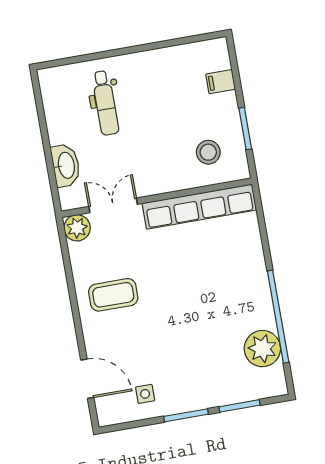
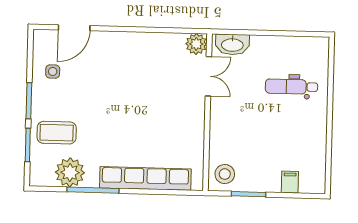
stool: (208, 152) -> (225, 174), moved
washbasin: (66, 165) -> (232, 44), moved
row of seats: (199, 207) -> (145, 178), moved, turned 90
coffee table: (113, 295) -> (57, 133), moved, turned 90
window: (278, 317) -> (93, 190), width x0.68

